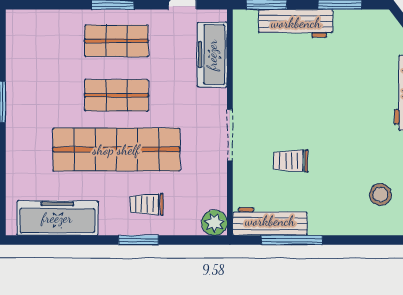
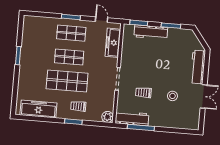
shop shelf: (116, 150) -> (67, 81), width x0.71
stool: (380, 194) -> (172, 96), moved

